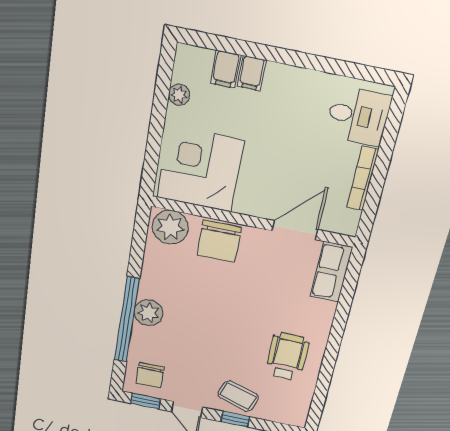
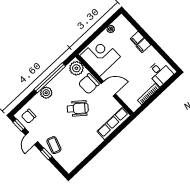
filing cabinet: (226, 69) -> (143, 45), moved
door: (295, 230) -> (108, 89), moved
row of seats: (331, 272) -> (114, 123), width x1.48
window: (127, 320) -> (50, 78), moved
wheelchair: (287, 357) -> (78, 108), moved, turned 40

